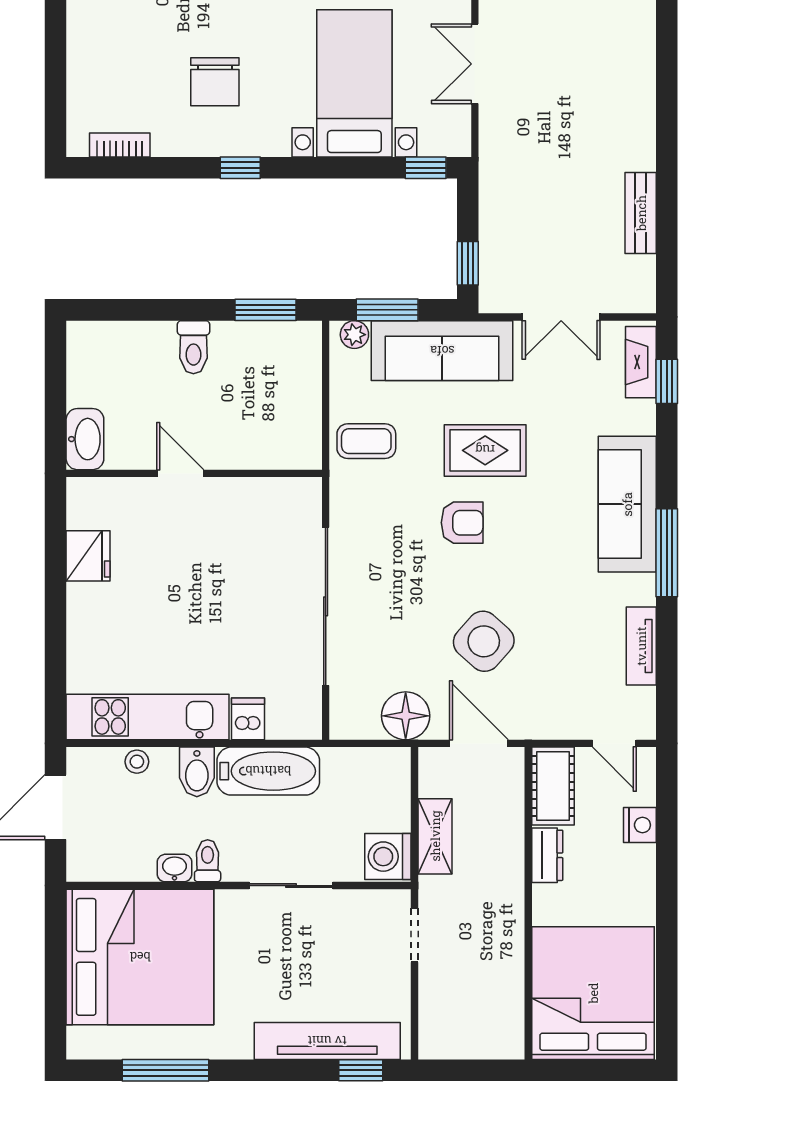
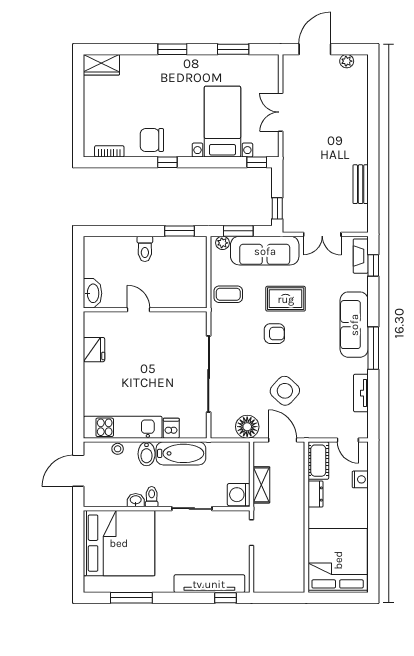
chair: (215, 82) -> (152, 140), moved, turned 90

